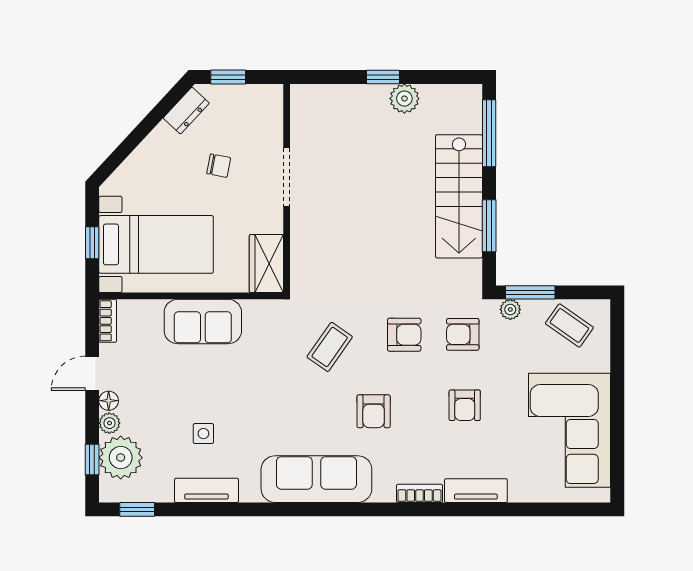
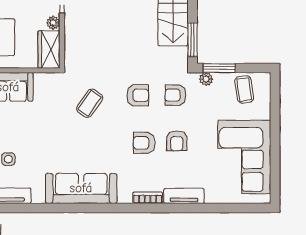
plant: (273, 222) -> (53, 23), added
window: (489, 226) -> (192, 40), moved
coffee table: (569, 325) -> (244, 89), turned 46
armchair: (374, 411) -> (144, 143), moved, turned 90

